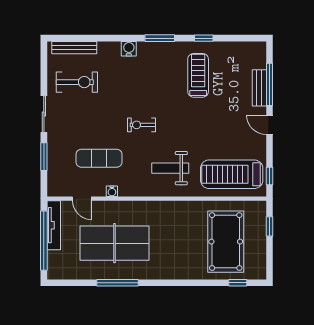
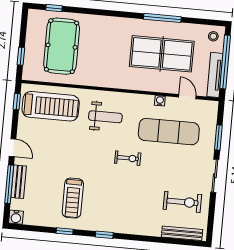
window: (160, 38) -> (104, 235), width x0.67
water cooler: (129, 49) -> (16, 217), moved
exercise bike: (77, 82) -> (182, 202), turned 180
exercise mat: (99, 158) -> (169, 132), width x1.36, depth x1.45
stool: (59, 268) -> (213, 36), added

